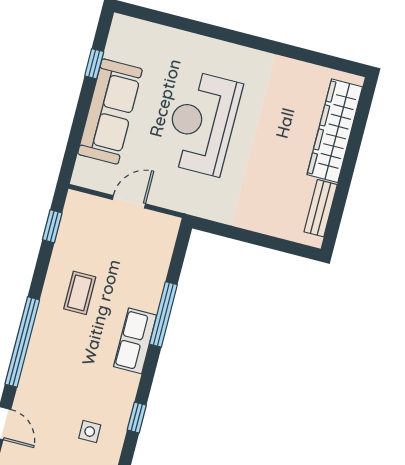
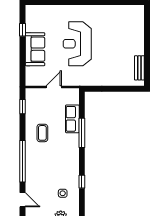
sofa: (110, 112) -> (35, 49), width x0.73
wardrobe: (335, 131) -> (137, 32), removed
row of seats: (135, 341) -> (72, 119), moved

